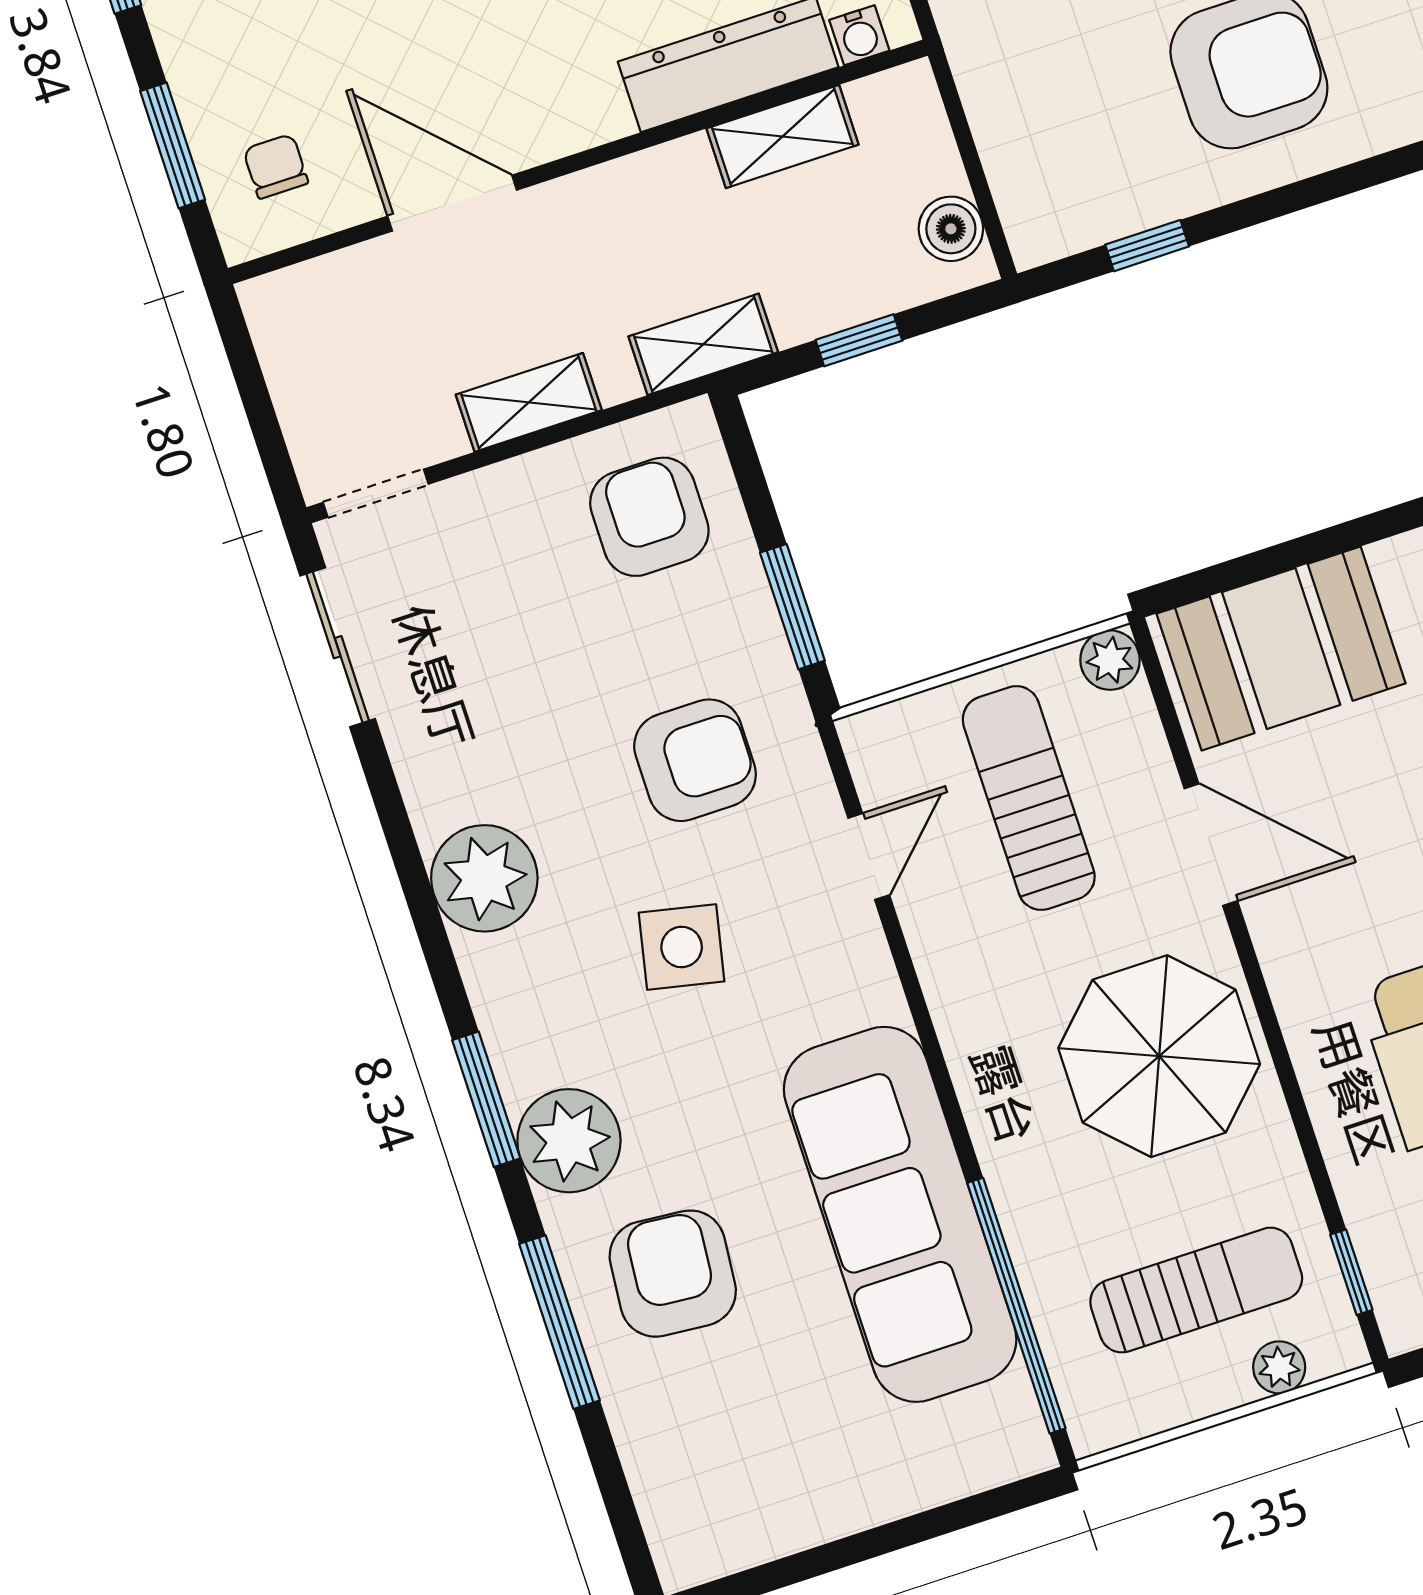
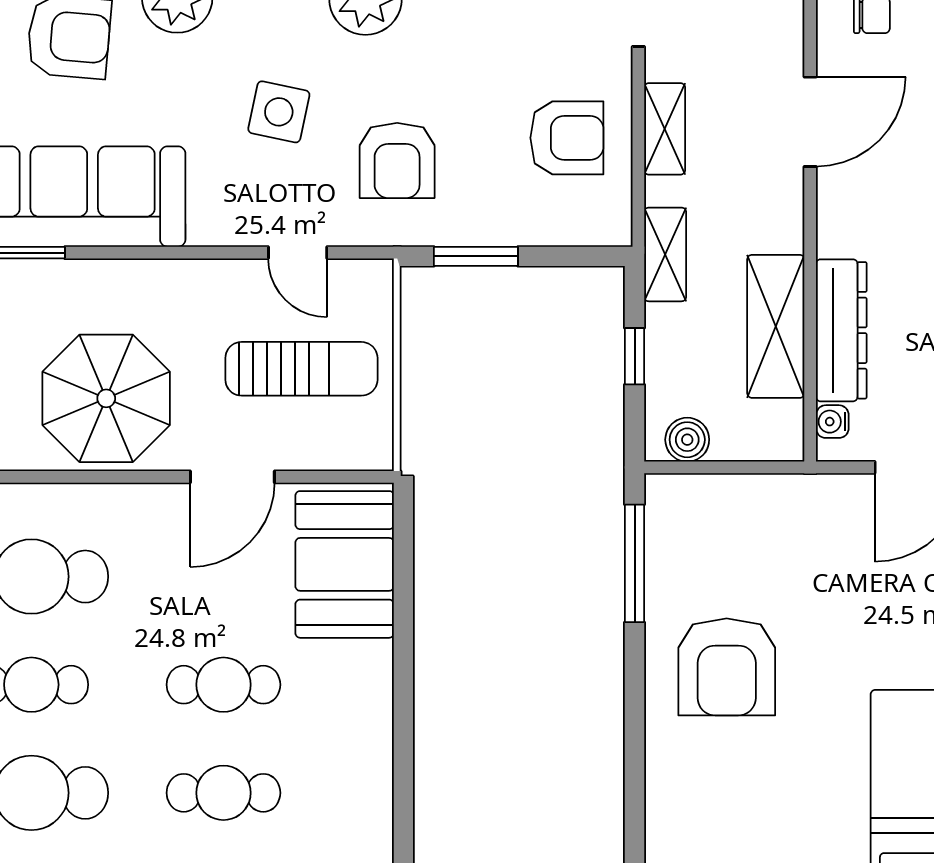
shelving: (782, 136) -> (776, 326), width x1.50, depth x1.33
window: (1147, 246) -> (635, 563), width x2.17
armchair: (649, 517) -> (567, 138), moved
plant: (1110, 660) -> (374, 451), removed

